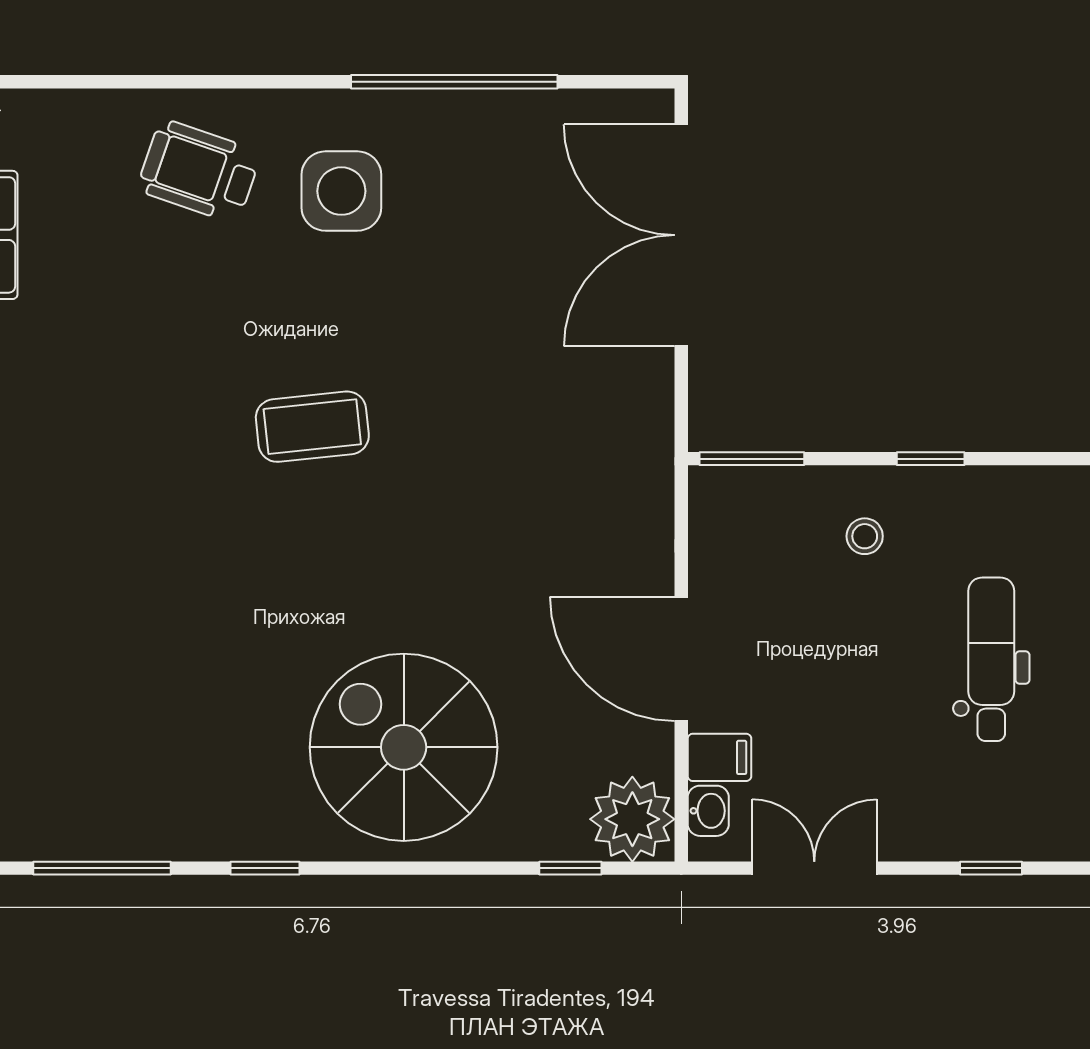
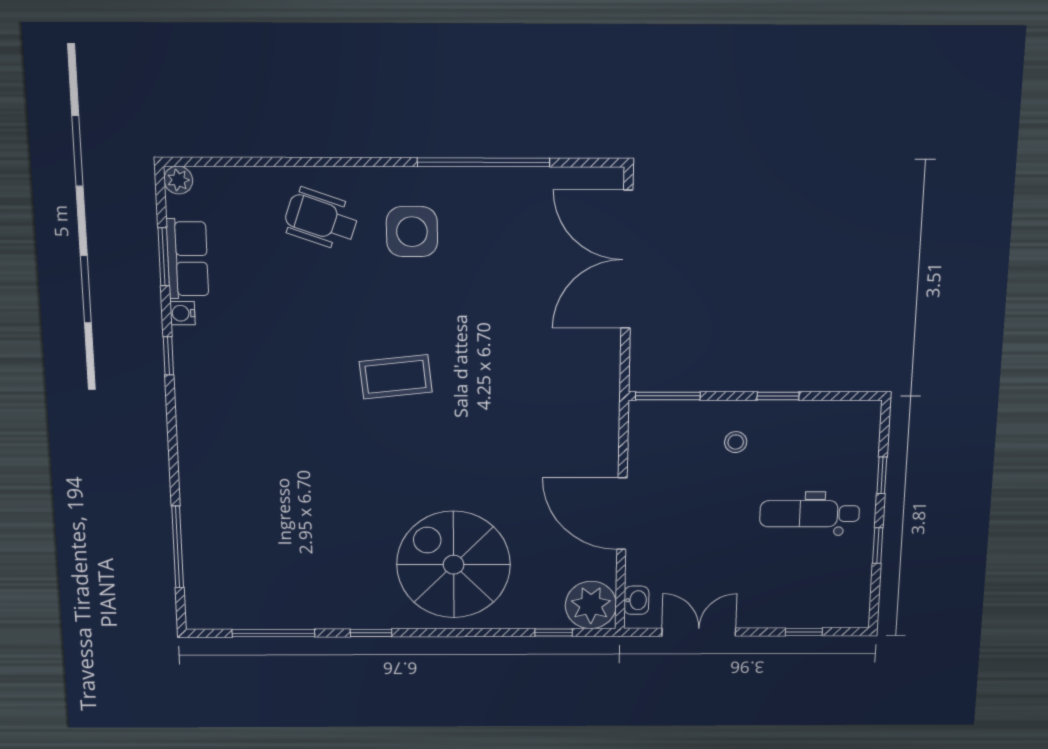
dental chair: (991, 659) -> (810, 514), turned -90
filing cabinet: (719, 757) -> (644, 570), removed

